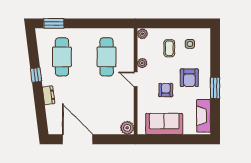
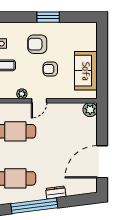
window: (36, 75) -> (34, 206), width x3.17
armchair: (189, 78) -> (37, 44), turned 180
fireplace: (204, 116) -> (77, 29), removed

